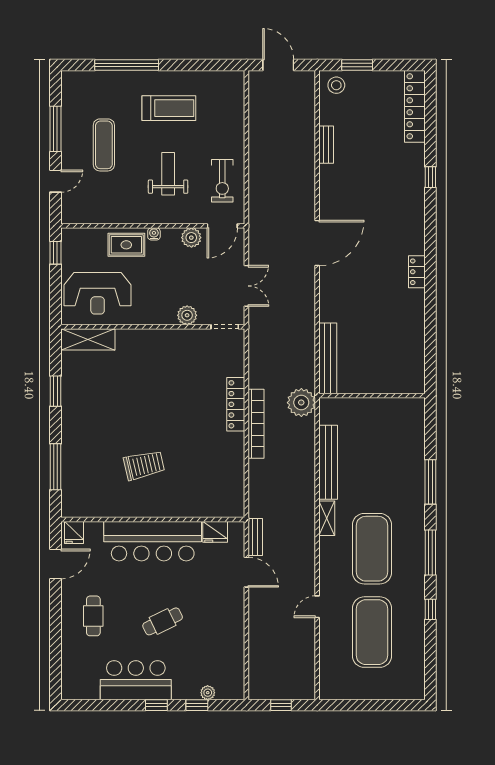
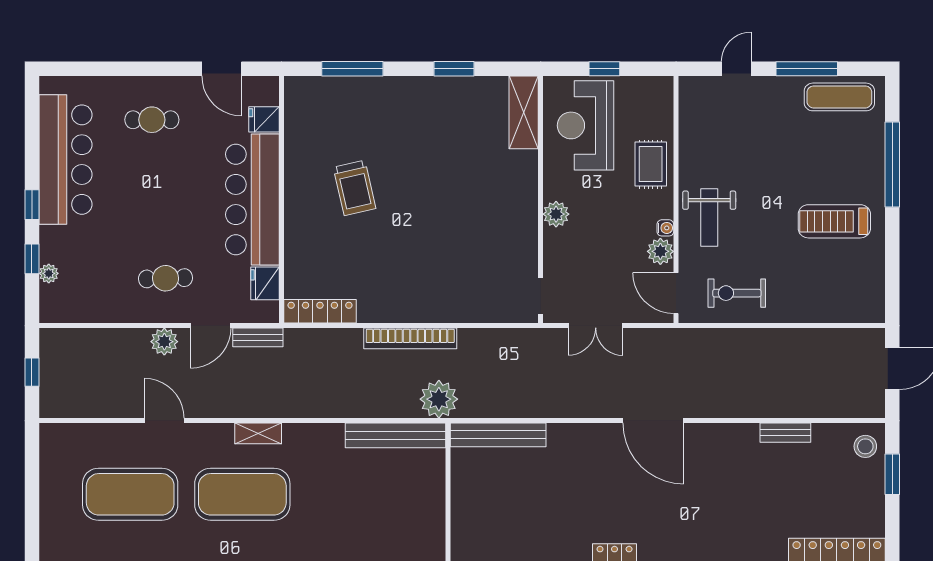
treadmill: (169, 108) -> (834, 221), turned 90
exercise mat: (104, 145) -> (839, 97), moved
weight bench: (168, 174) -> (709, 217), moved, turned 90
door: (55, 181) -> (736, 69), swing flipped
water cooler: (154, 234) -> (665, 228), moved
window: (55, 253) -> (604, 69), moved
plant: (187, 315) -> (556, 214), moved
locker: (236, 404) -> (320, 311), moved
bench: (328, 462) -> (395, 435), moved
shelving: (327, 518) -> (258, 433), moved
fridge: (74, 533) -> (264, 119), moved
plant: (258, 607) -> (164, 342), added
door: (317, 607) -> (164, 421), width x1.37
cafe table: (163, 621) -> (166, 278), moved, turned -66
bar counter: (136, 680) -> (65, 160), width x1.36

